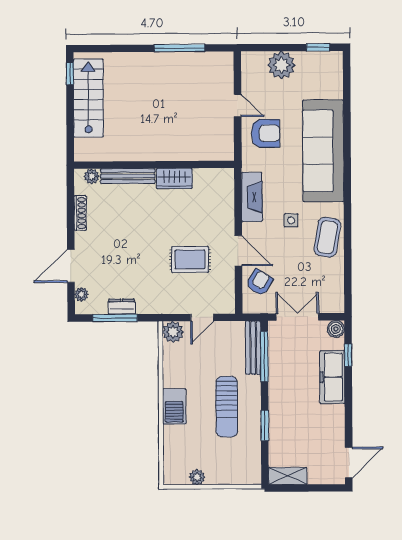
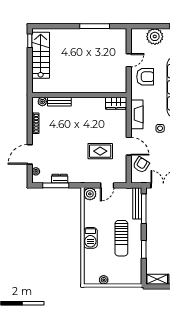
door: (238, 106) -> (129, 60), hinge flipped
bench: (128, 176) -> (59, 102), width x0.73
wardrobe: (174, 179) -> (116, 103), moved

